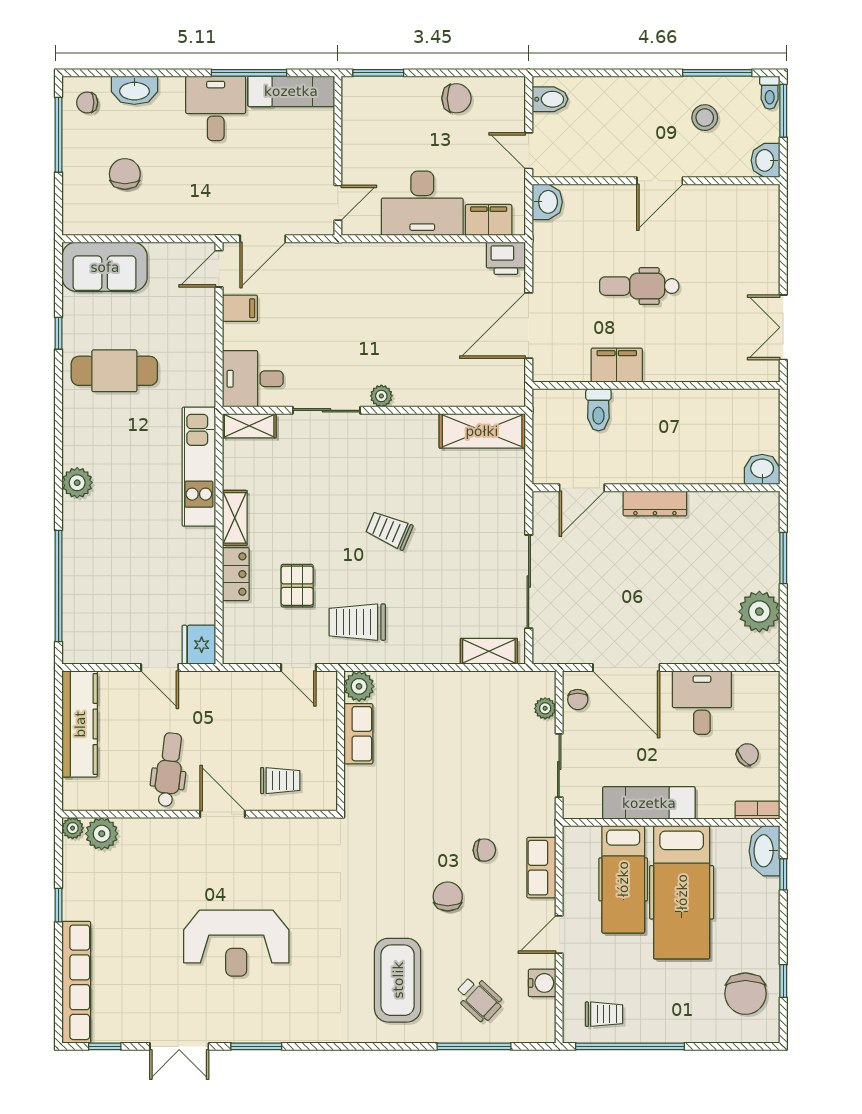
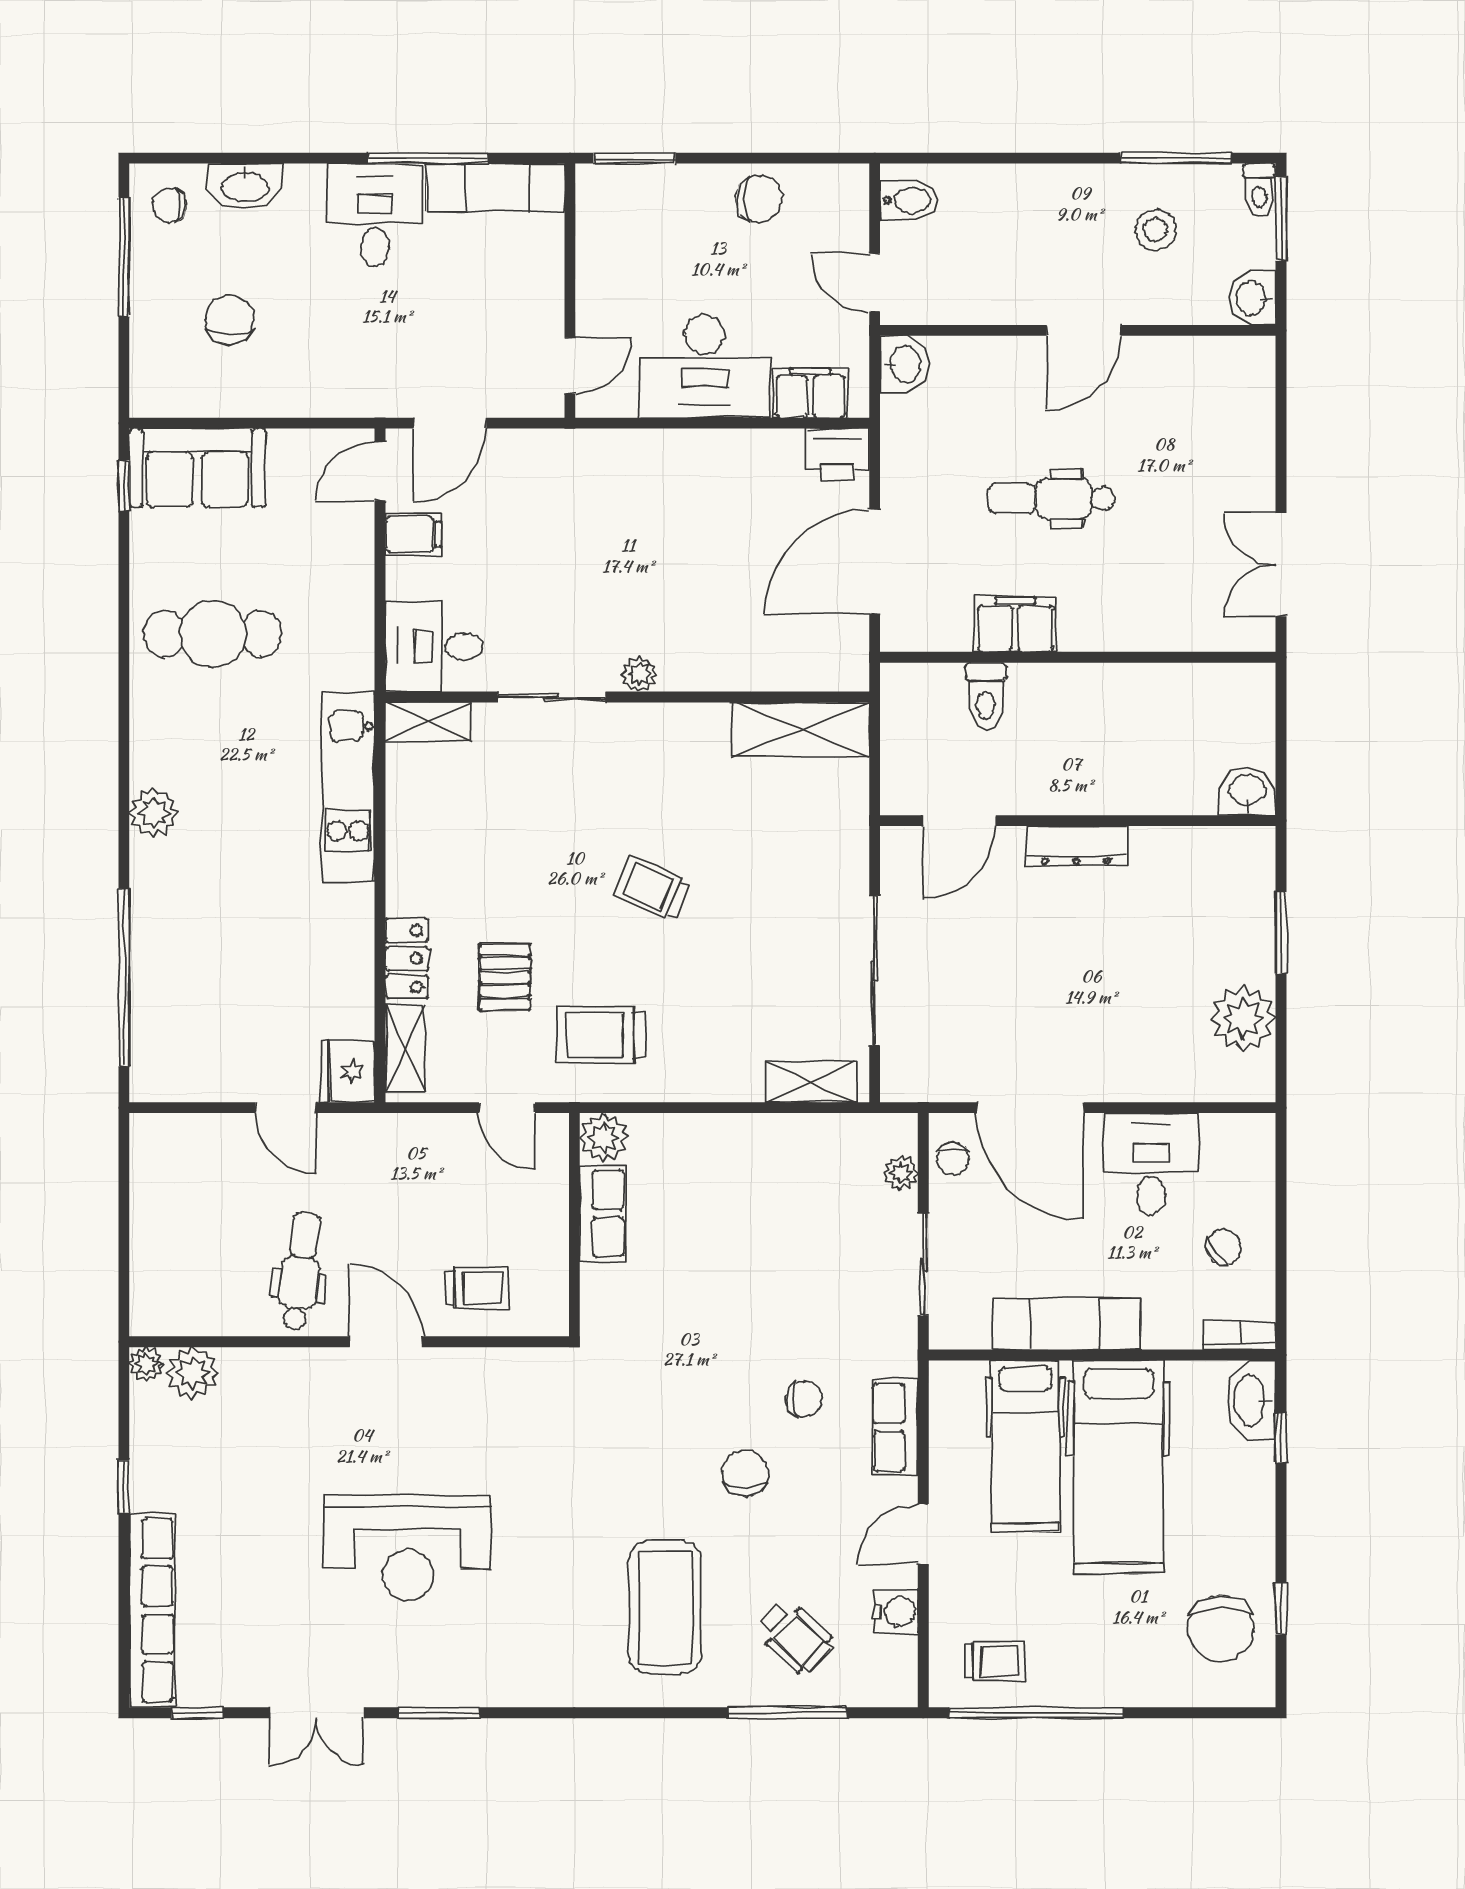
window: (59, 333) -> (124, 486), moved
shelving: (235, 518) -> (405, 1048), moved
kitchen counter: (80, 724) -> (157, 1198), removed

